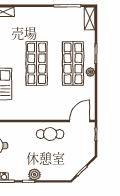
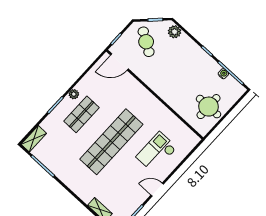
shop shelf: (37, 63) -> (111, 142), width x1.40
shop shelf: (73, 63) -> (81, 114), width x0.70, depth x0.74
cafe table: (50, 134) -> (146, 42), moved, turned 32
plant: (35, 174) -> (175, 32), moved

